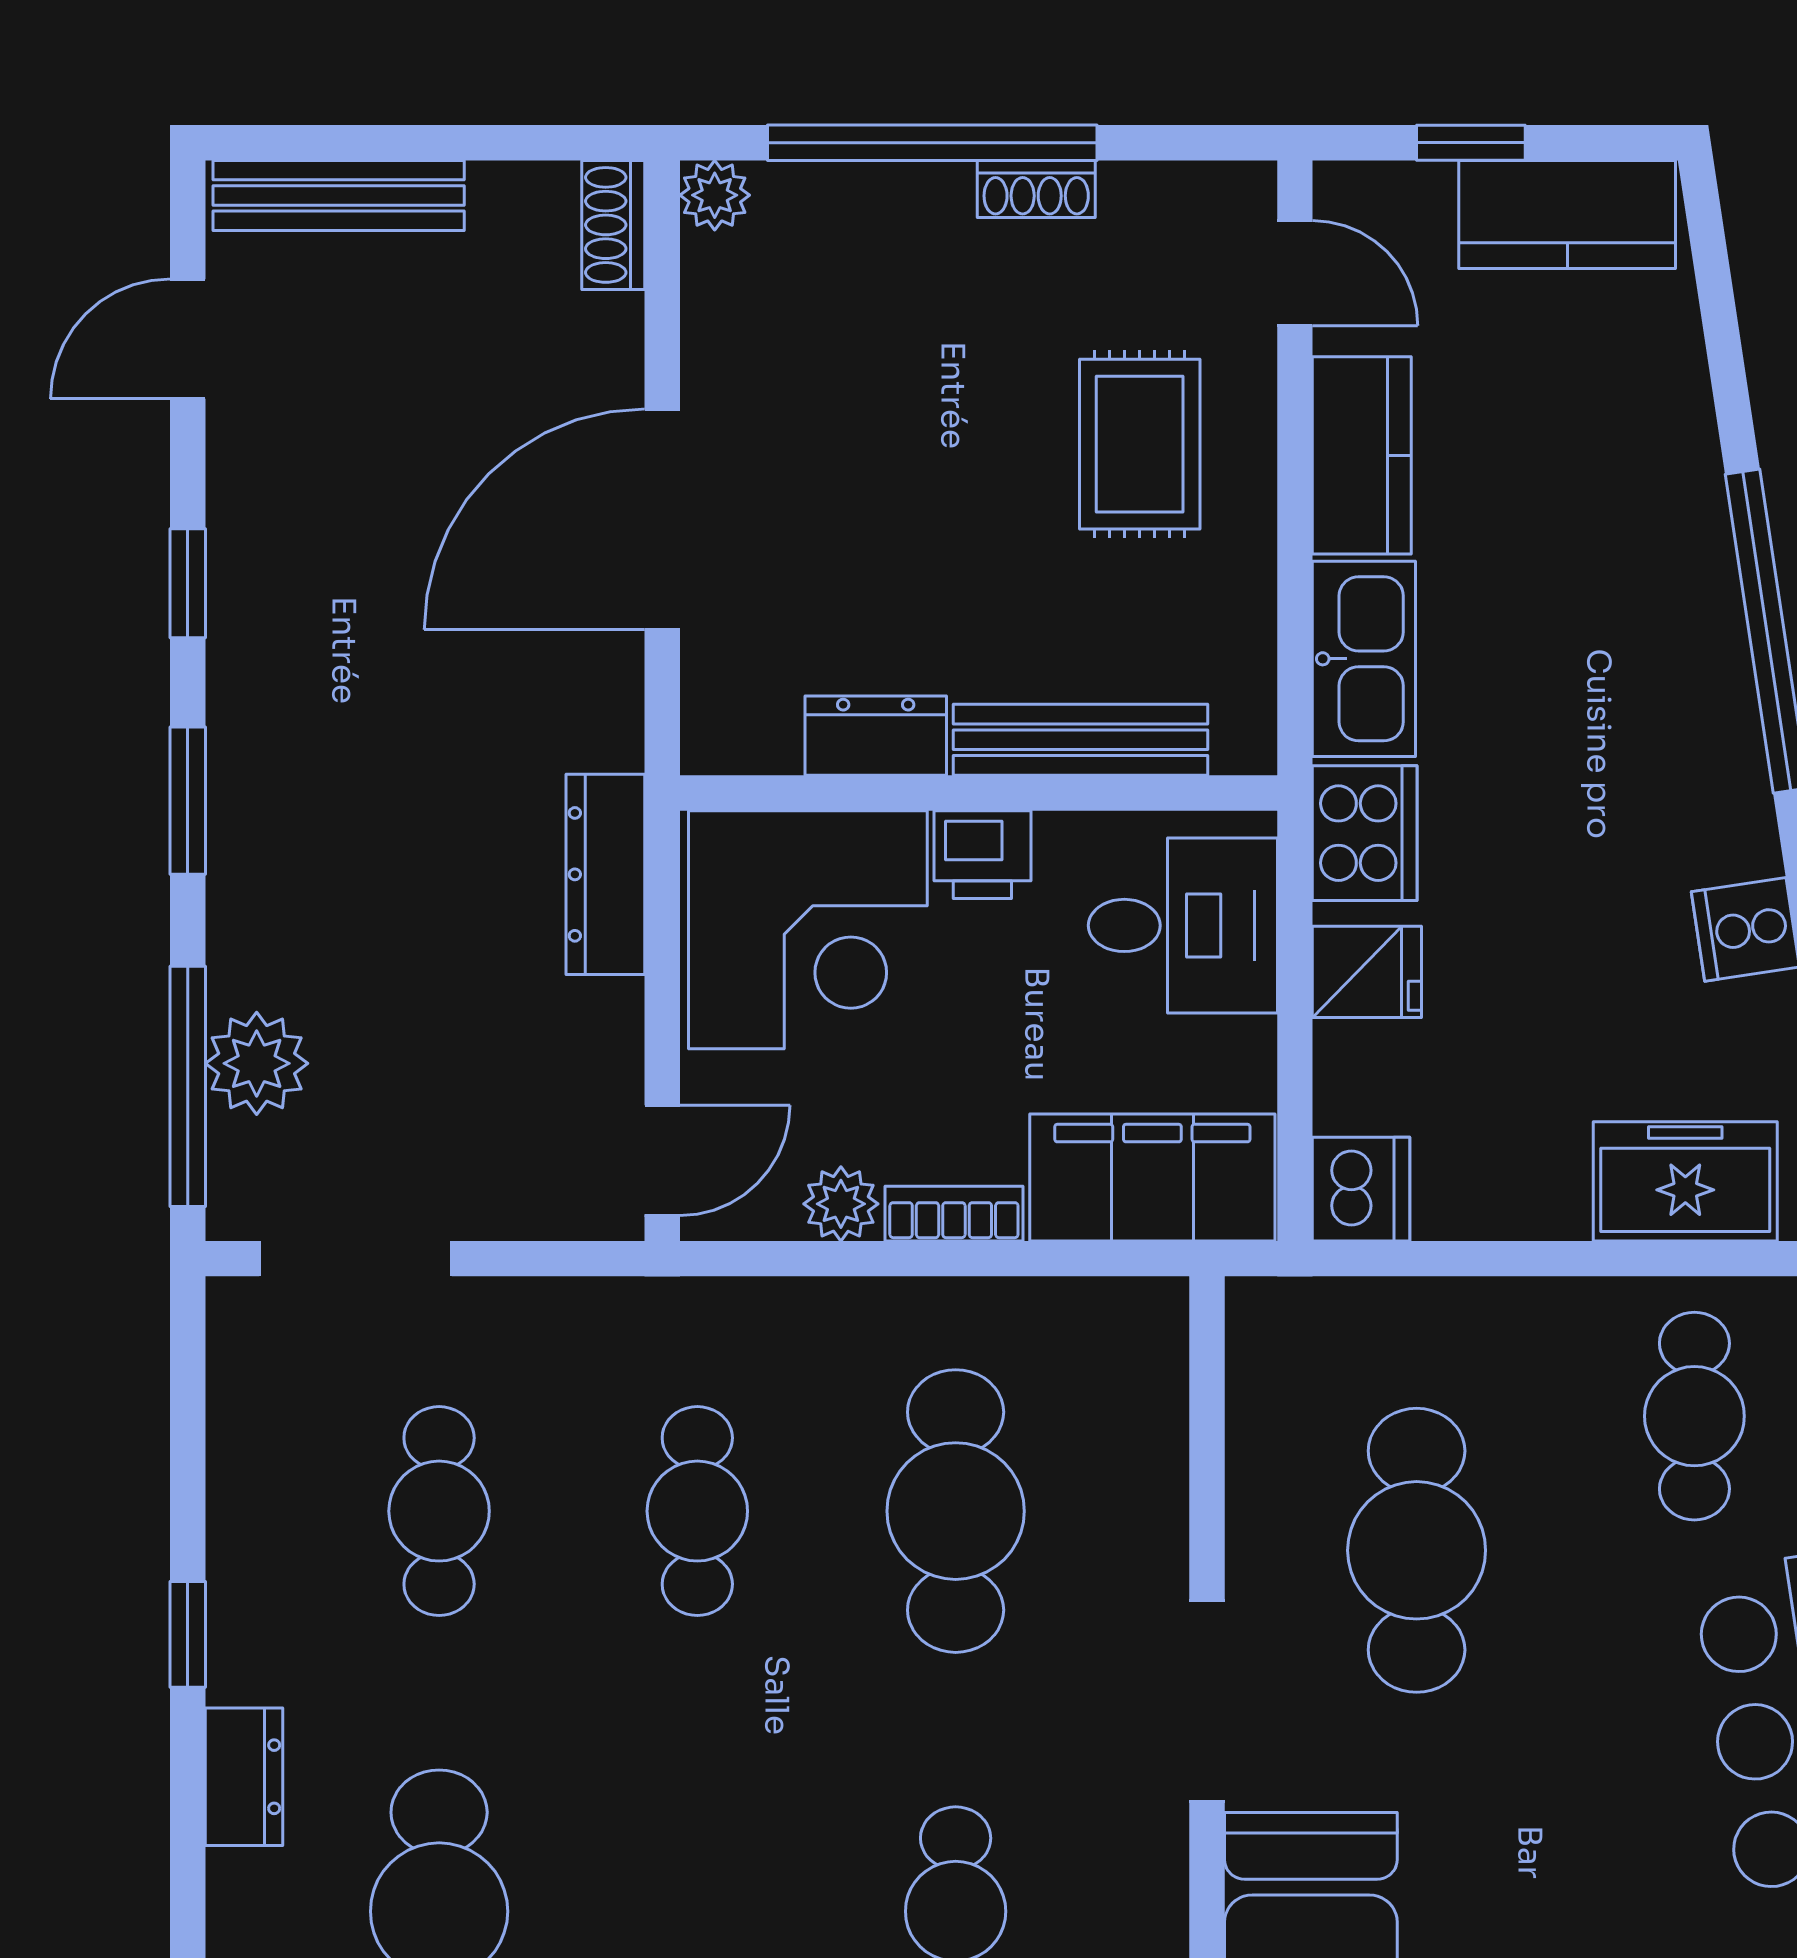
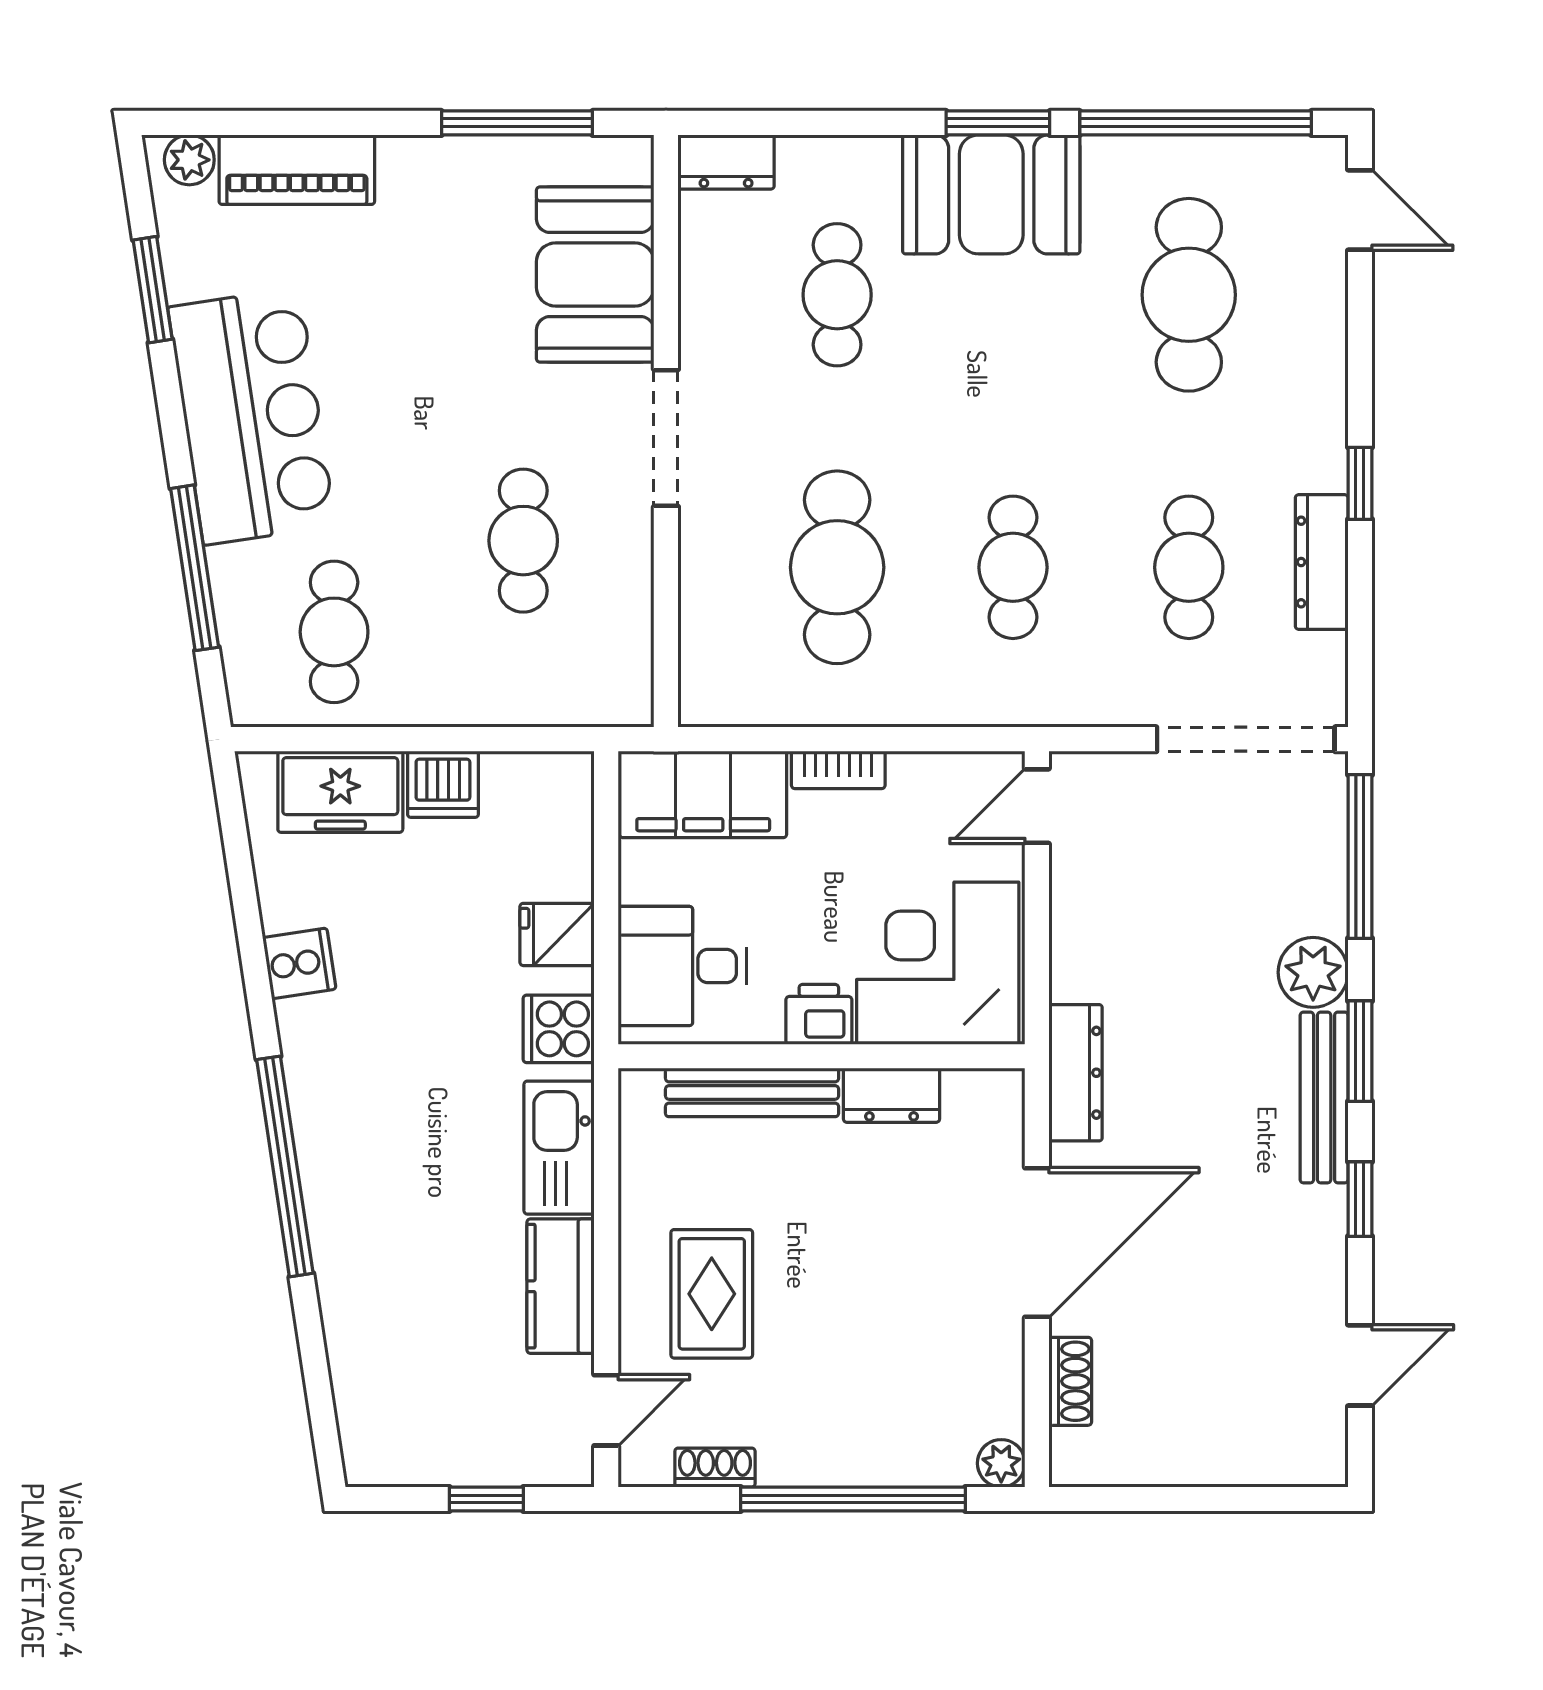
shoe rack: (1036, 189) -> (715, 1468), moved
bench: (339, 195) -> (1324, 1097), moved, turned 90
kitchen counter: (1567, 214) -> (421, 1450), removed
shoe rack: (613, 225) -> (1070, 1381), moved
door: (1295, 273) -> (606, 1410), swing flipped
cooker: (1365, 833) -> (559, 1029), width x0.73
dresser: (605, 874) -> (1076, 1073), moved
plant: (257, 1063) -> (1313, 972), moved
dishwasher: (1361, 1189) -> (443, 784), moved, turned -90
plant: (841, 1204) -> (915, 776), removed
doorway: (356, 1259) -> (1246, 739), width x1.36
cafe table: (1417, 1550) -> (523, 541), width x0.73, depth x0.74
dresser: (244, 1777) -> (1322, 562), moved, width x1.44

